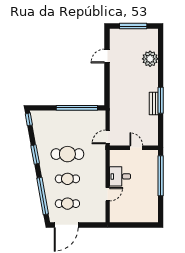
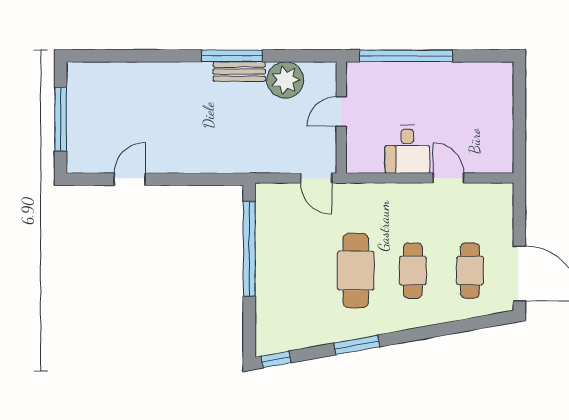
door: (107, 56) -> (130, 179), swing flipped
plant: (150, 59) -> (285, 80), moved
window: (43, 196) -> (452, 328), removed

